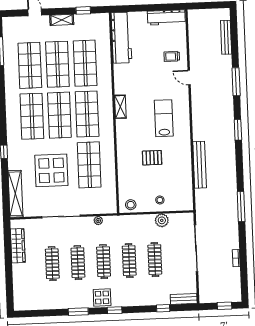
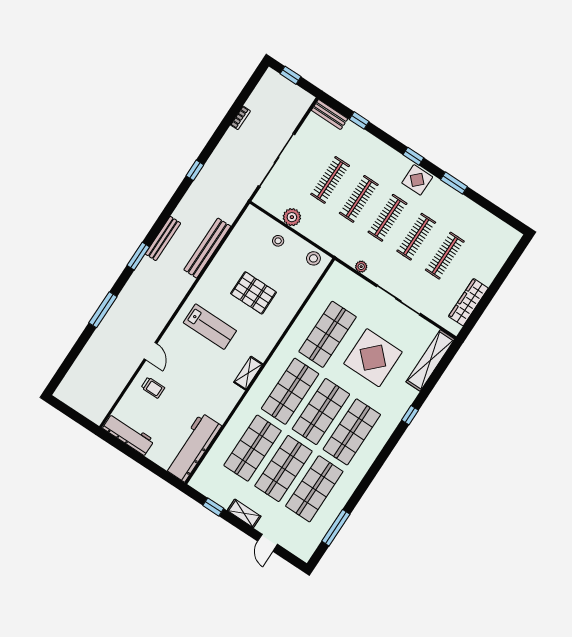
bench: (226, 37) -> (163, 238), moved
lab bench: (164, 118) -> (210, 327), turned -90
pallet: (152, 158) -> (254, 293), width x1.50, depth x1.42
window: (241, 206) -> (195, 170), width x0.46

